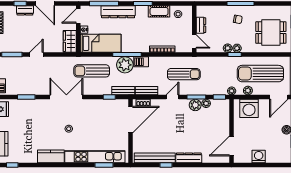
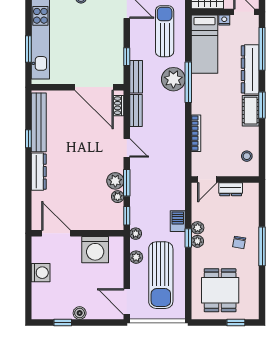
cot: (159, 11) -> (251, 111), moved
barbecue: (141, 62) -> (178, 221), moved
sun lounger: (184, 74) -> (160, 164), removed
sun lounger: (260, 74) -> (161, 275), turned 180
washing machine: (249, 108) -> (95, 250), moved, turned -90

